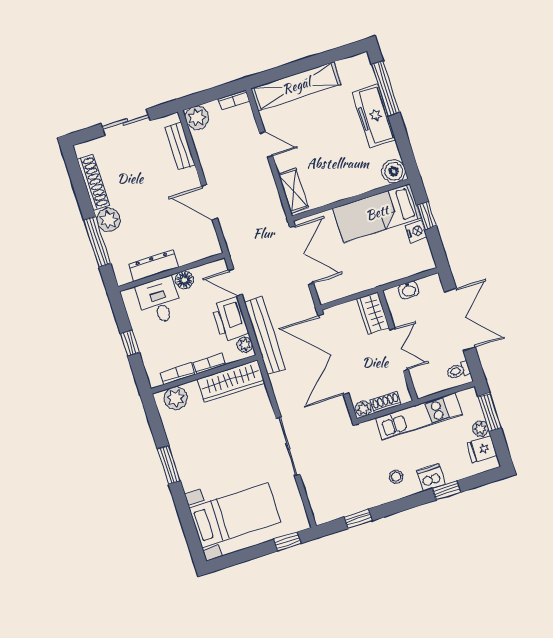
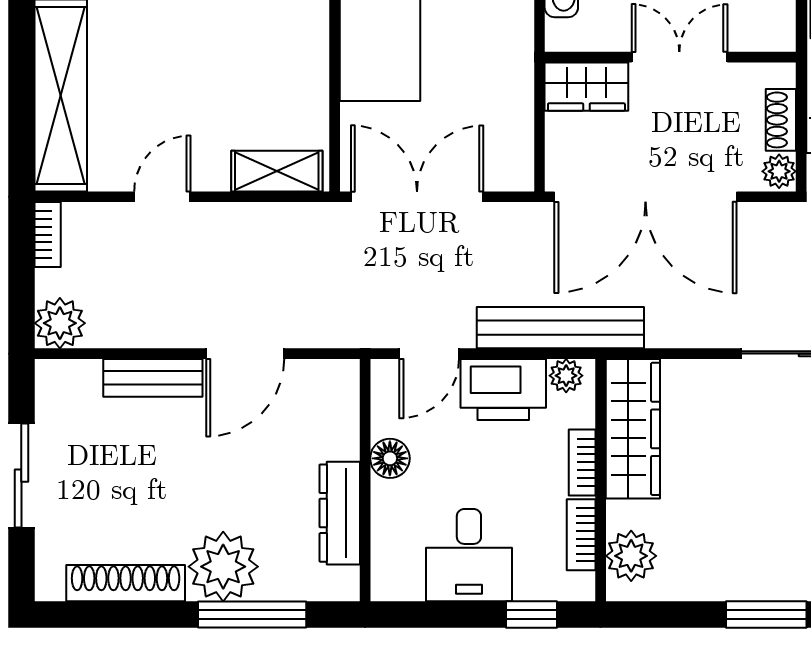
bench: (180, 146) -> (153, 378), moved
plant: (109, 220) -> (223, 567), width x1.36, depth x1.36
desk: (159, 301) -> (469, 555), moved, turned -90
window: (130, 343) -> (531, 614), moved

